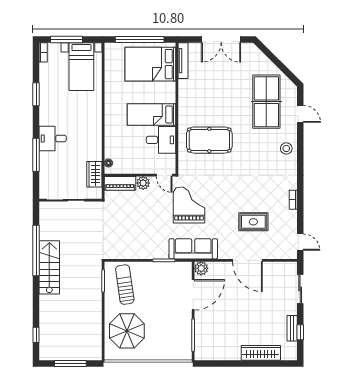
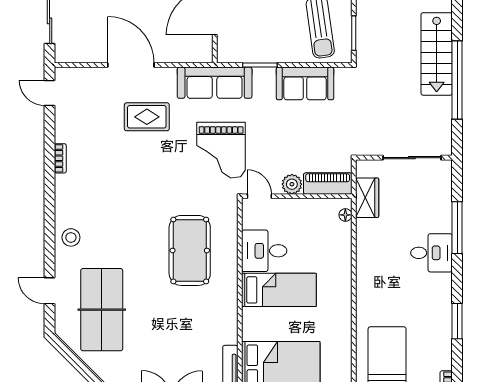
pool table: (209, 140) -> (190, 250), turned 90
rug: (253, 222) -> (147, 117), moved
sofa: (135, 248) -> (305, 83), added
plant: (201, 268) -> (202, 52), removed

